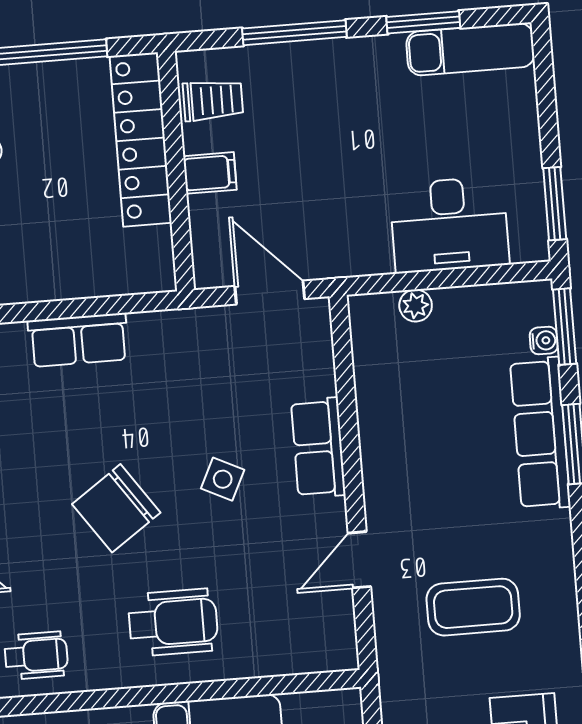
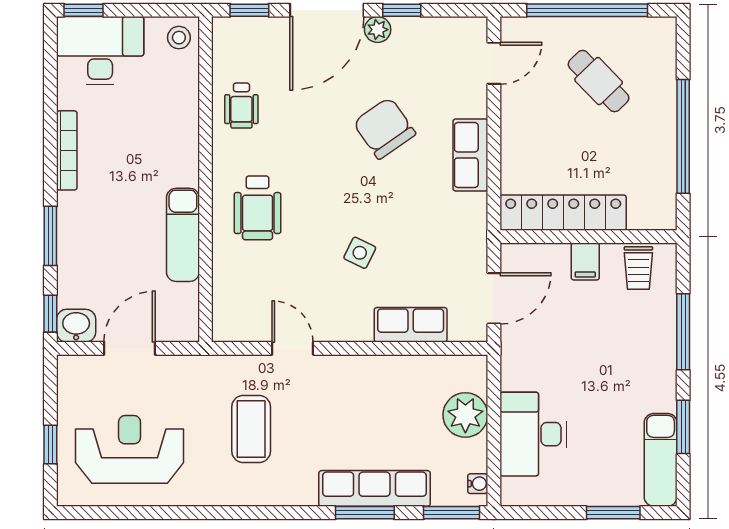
locker: (141, 139) -> (563, 213), moved
window: (555, 204) -> (613, 513), moved
plant: (416, 306) -> (465, 415), width x1.88, depth x1.88
water cooler: (544, 341) -> (478, 484), moved, turned -90
row of seats: (318, 448) -> (411, 325), moved
chair: (116, 508) -> (384, 128), moved

